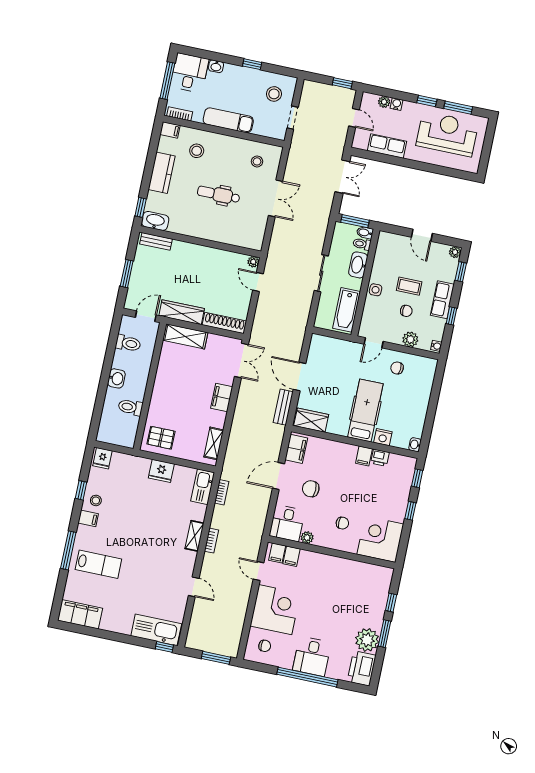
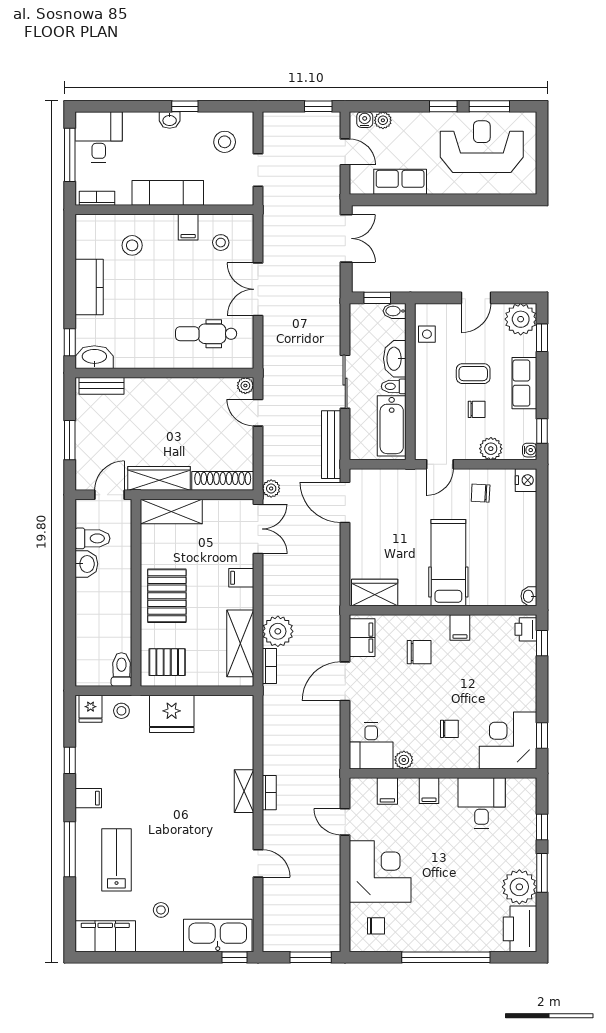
washbasin: (216, 66) -> (170, 120), moved
water cooler: (397, 104) -> (365, 120), moved
filing cabinet: (170, 130) -> (188, 227), moved, turned 90
dental chair: (219, 195) -> (206, 334), moved
double door: (276, 198) -> (258, 289), swing flipped
window: (355, 221) -> (377, 298), width x0.67
door: (422, 235) -> (476, 298), hinge flipped
toilet: (362, 244) -> (394, 386), moved
plant: (455, 252) -> (521, 319), width x1.88, depth x1.88
side table: (376, 290) -> (427, 334), moved
window: (451, 316) -> (542, 431), moved
plant: (256, 335) -> (271, 488), added
door: (300, 376) -> (345, 502), moved
washbasin: (116, 378) -> (86, 564), moved
pallet: (170, 393) -> (167, 596), added
filing cabinet: (222, 397) -> (241, 578), width x0.50
toilet: (130, 407) -> (121, 669), moved, turned 90
bench: (283, 407) -> (331, 445), moved, width x1.36
plant: (240, 433) -> (278, 631), added
nightstand: (383, 437) -> (526, 480), moved, turned -90
shelving: (214, 443) -> (240, 643), width x1.50, depth x1.33
printer: (380, 458) -> (526, 629), moved, turned 90
fridge: (161, 471) -> (172, 714), width x1.36, depth x1.34
kitchen sink: (203, 487) -> (241, 719), removed
chair: (311, 489) -> (419, 652), moved, turned 180
bookcase: (222, 492) -> (269, 666), moved
stool: (96, 500) -> (121, 711), moved
window: (410, 511) -> (542, 735), moved
filing cabinet: (277, 553) -> (429, 791), moved
lab bench: (98, 564) -> (116, 860), turned -90
stool: (121, 604) -> (161, 910), added
desk: (312, 656) -> (482, 803), moved, turned 180

